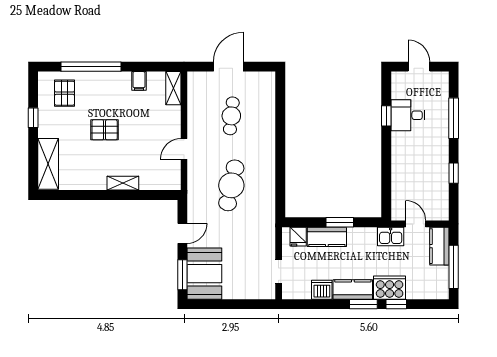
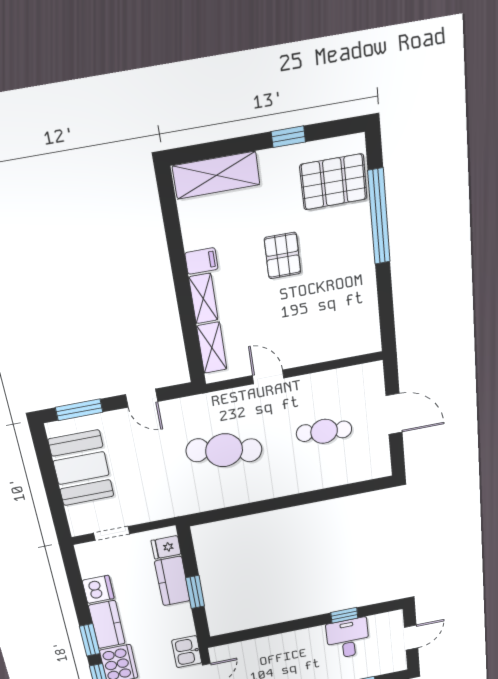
filing cabinet: (139, 81) -> (201, 261), moved, turned 180
shelving: (173, 88) -> (212, 348), moved, turned 90
pallet: (65, 93) -> (334, 182), width x1.50, depth x1.42
booth: (204, 274) -> (81, 468), moved, turned 90

